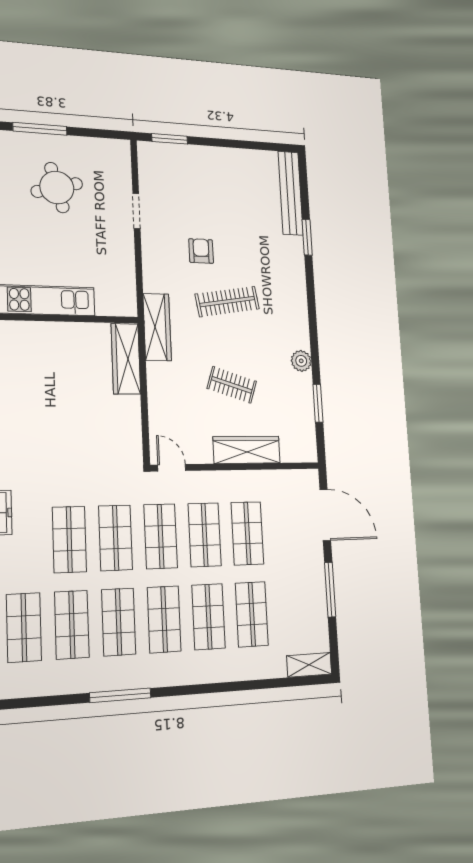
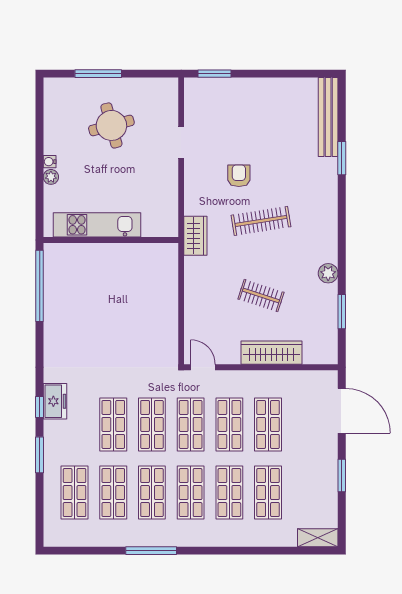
wardrobe: (157, 327) -> (195, 236), width x0.67
wardrobe: (126, 359) -> (167, 274), removed
window: (330, 590) -> (342, 476), width x0.69

